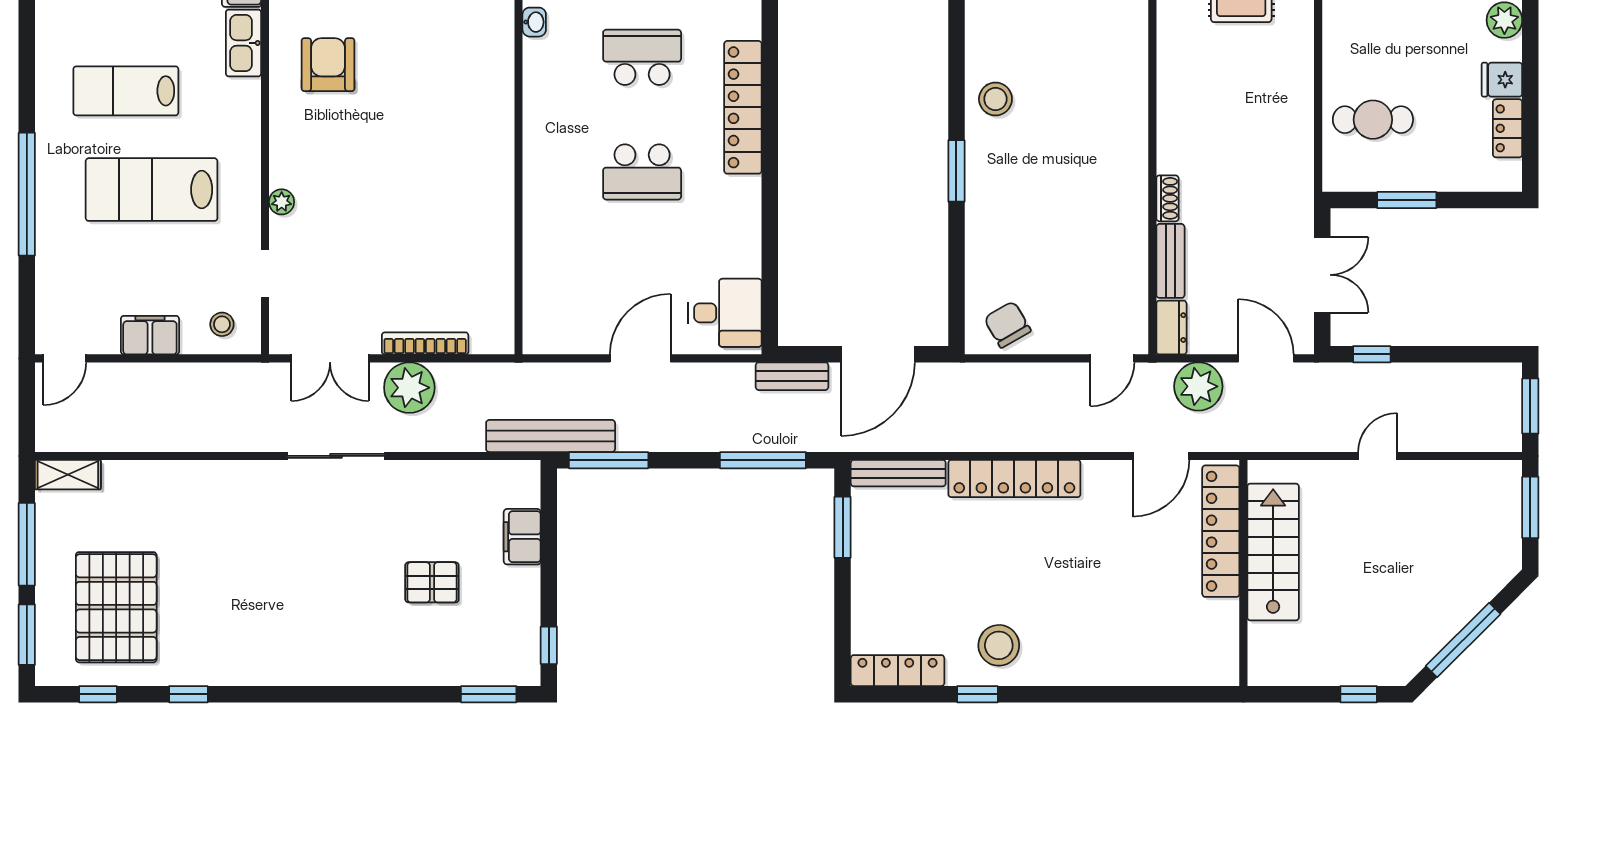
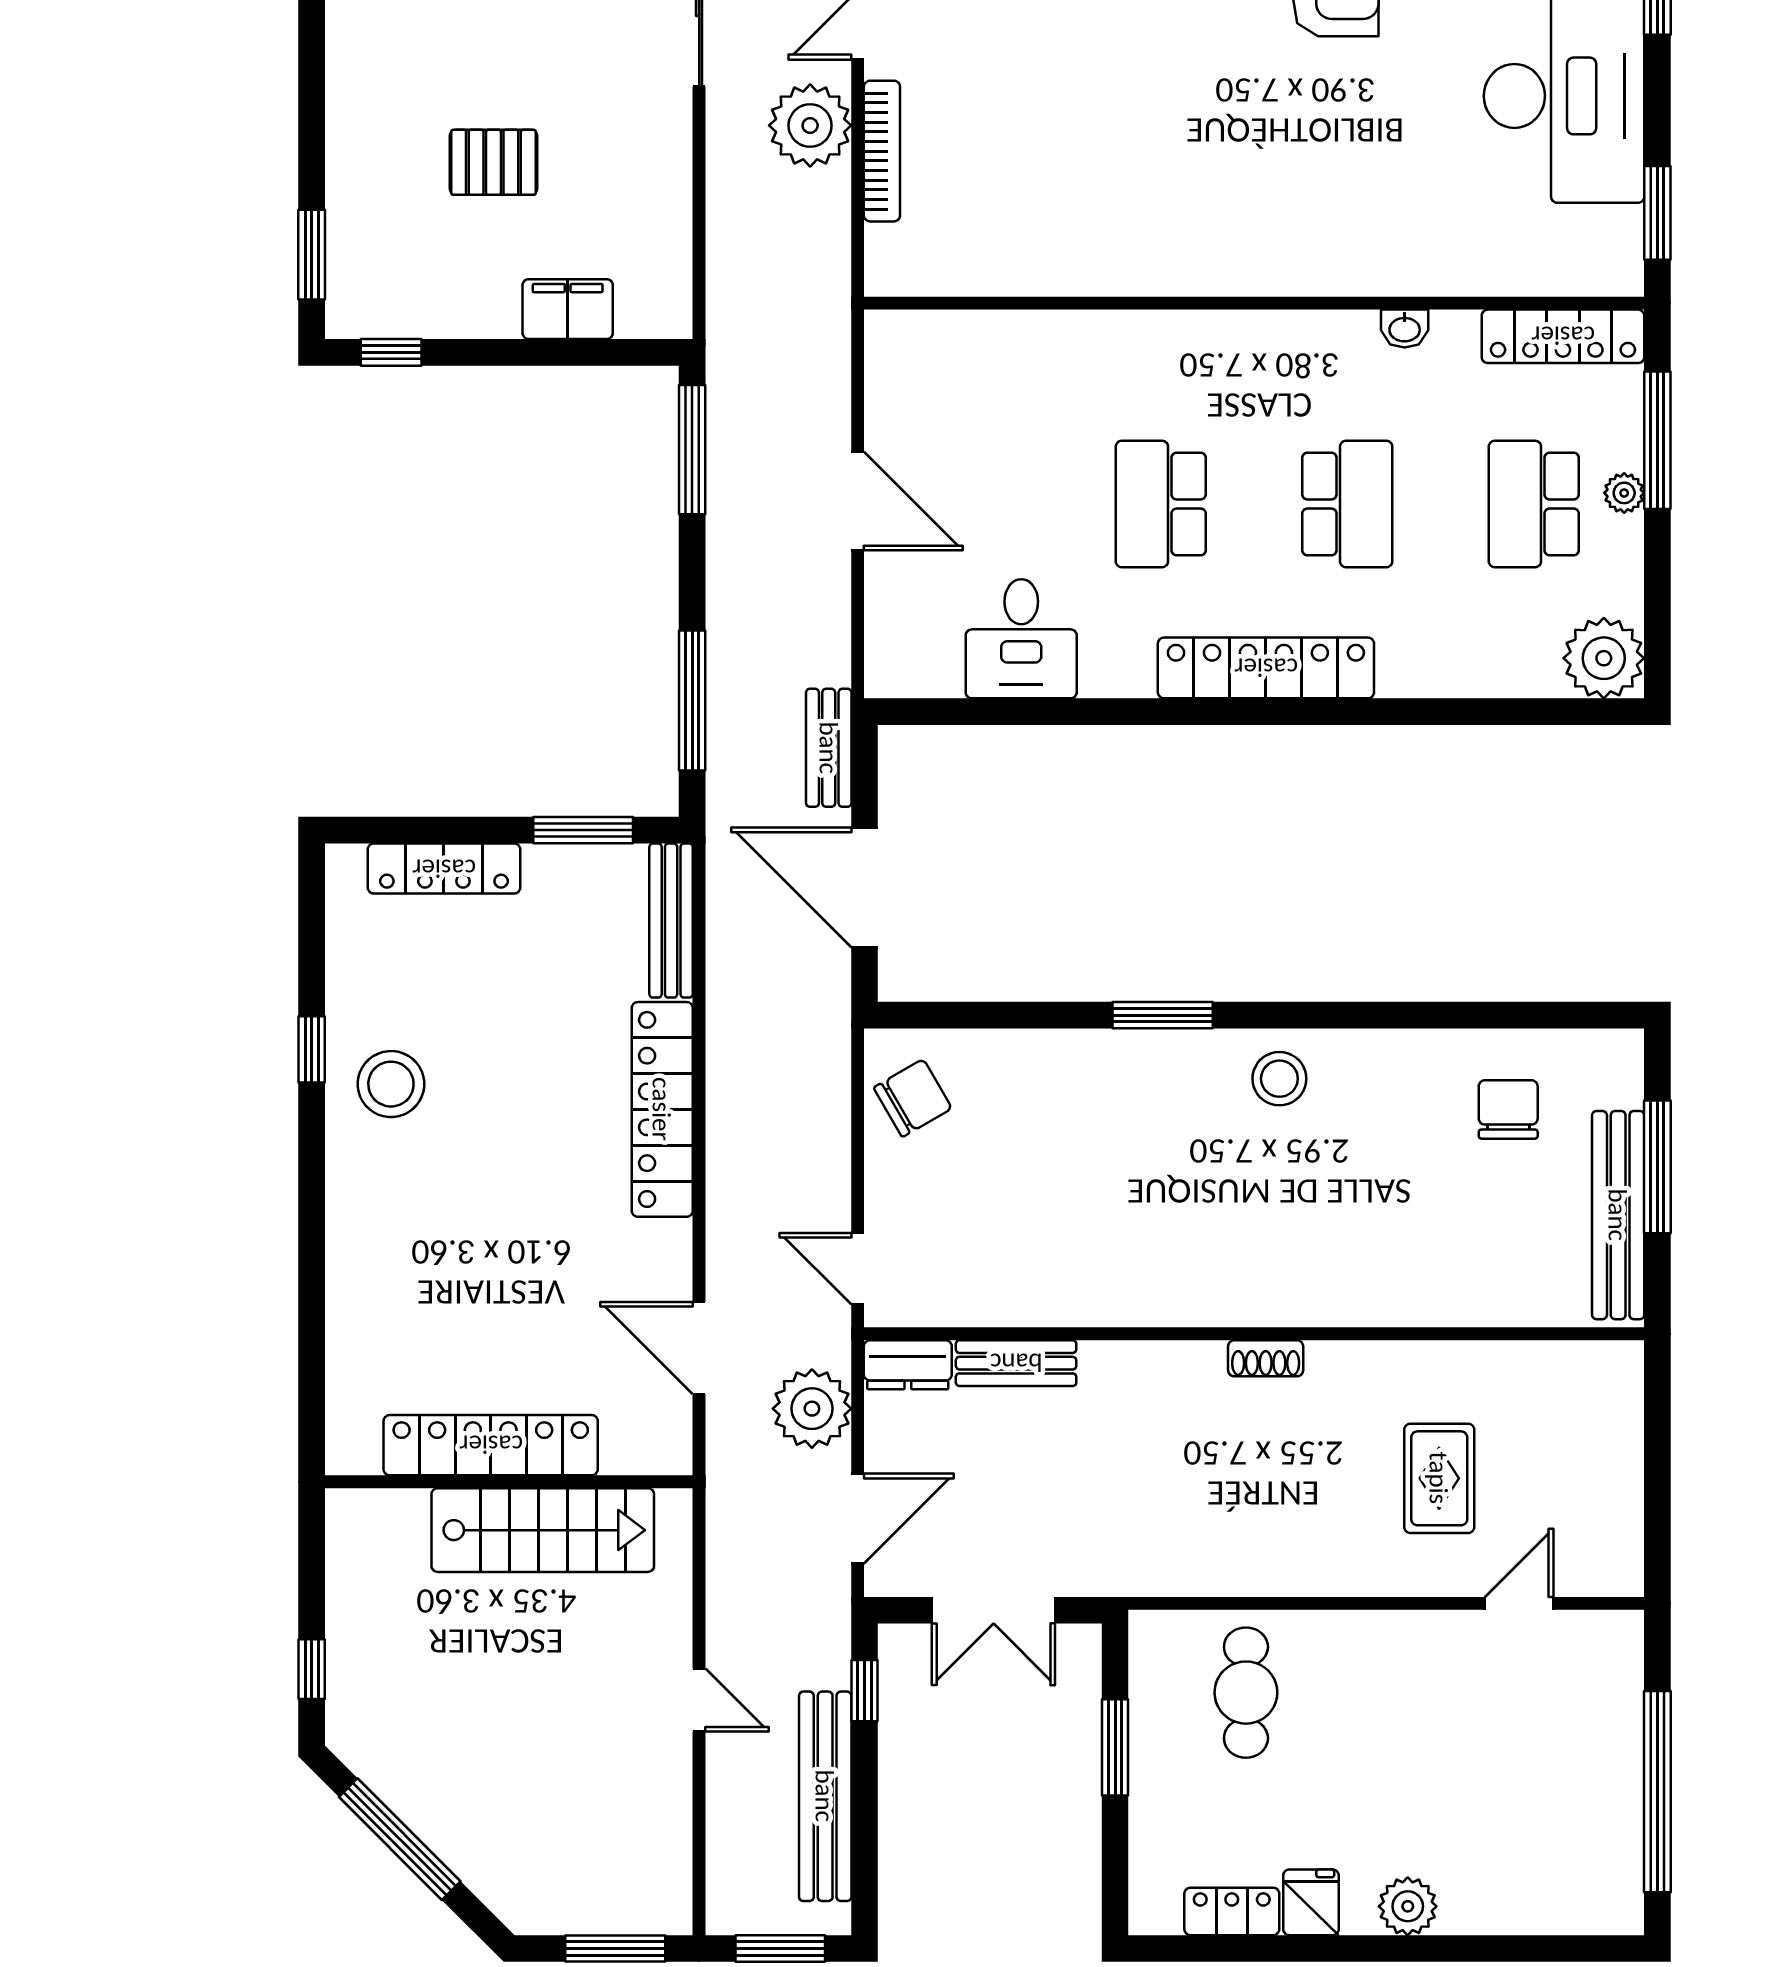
shoe rack: (1167, 198) -> (1266, 1358), moved
desk: (725, 313) -> (1021, 639), moved
bench: (551, 436) -> (825, 1796), moved
locker: (1221, 531) -> (491, 1445), moved
pallet: (432, 582) -> (493, 162), turned 90
locker: (898, 671) -> (444, 869), moved, turned 90

